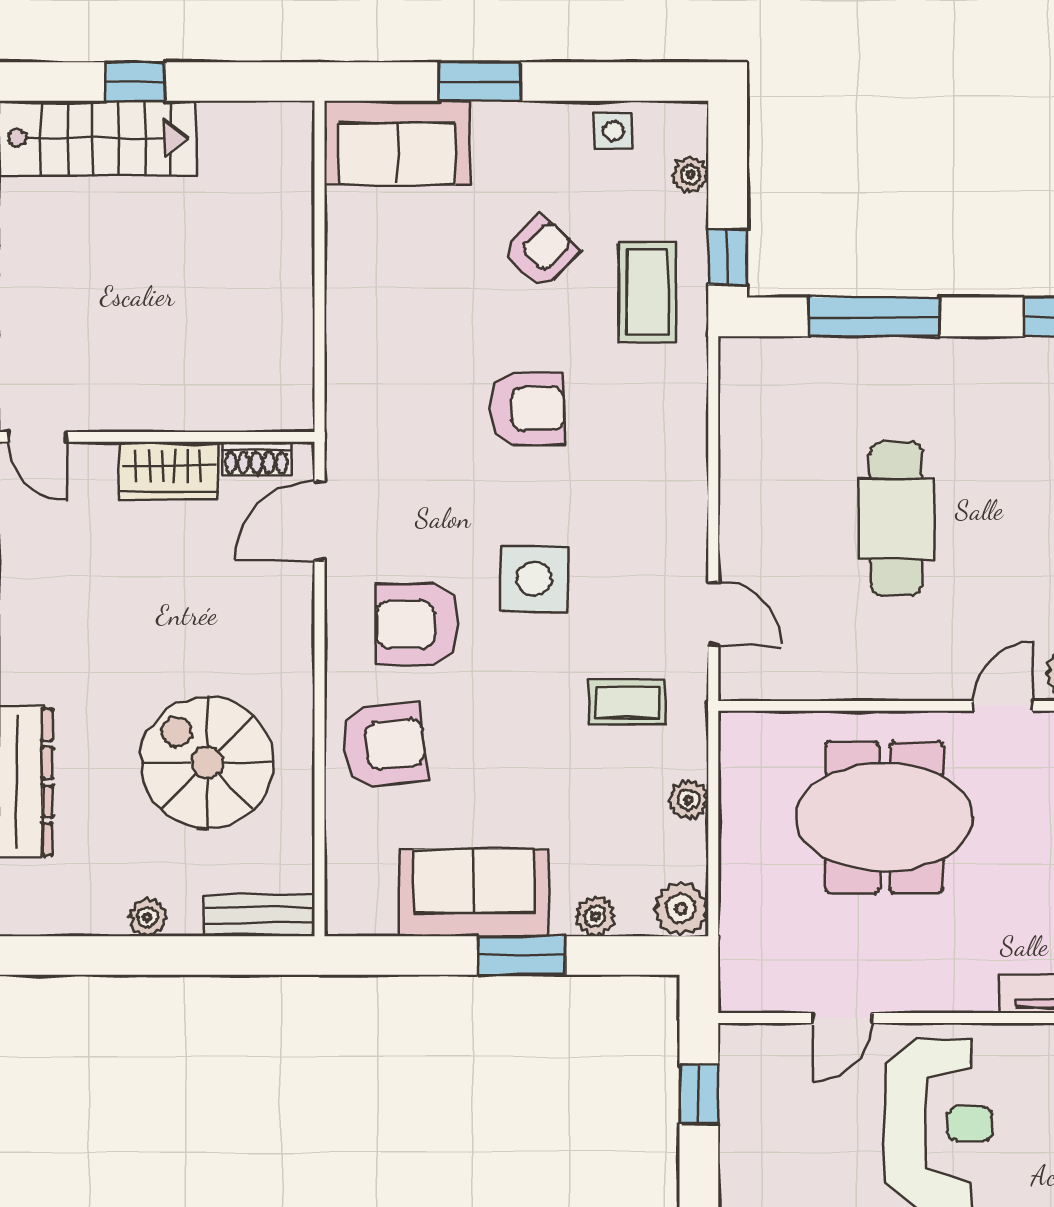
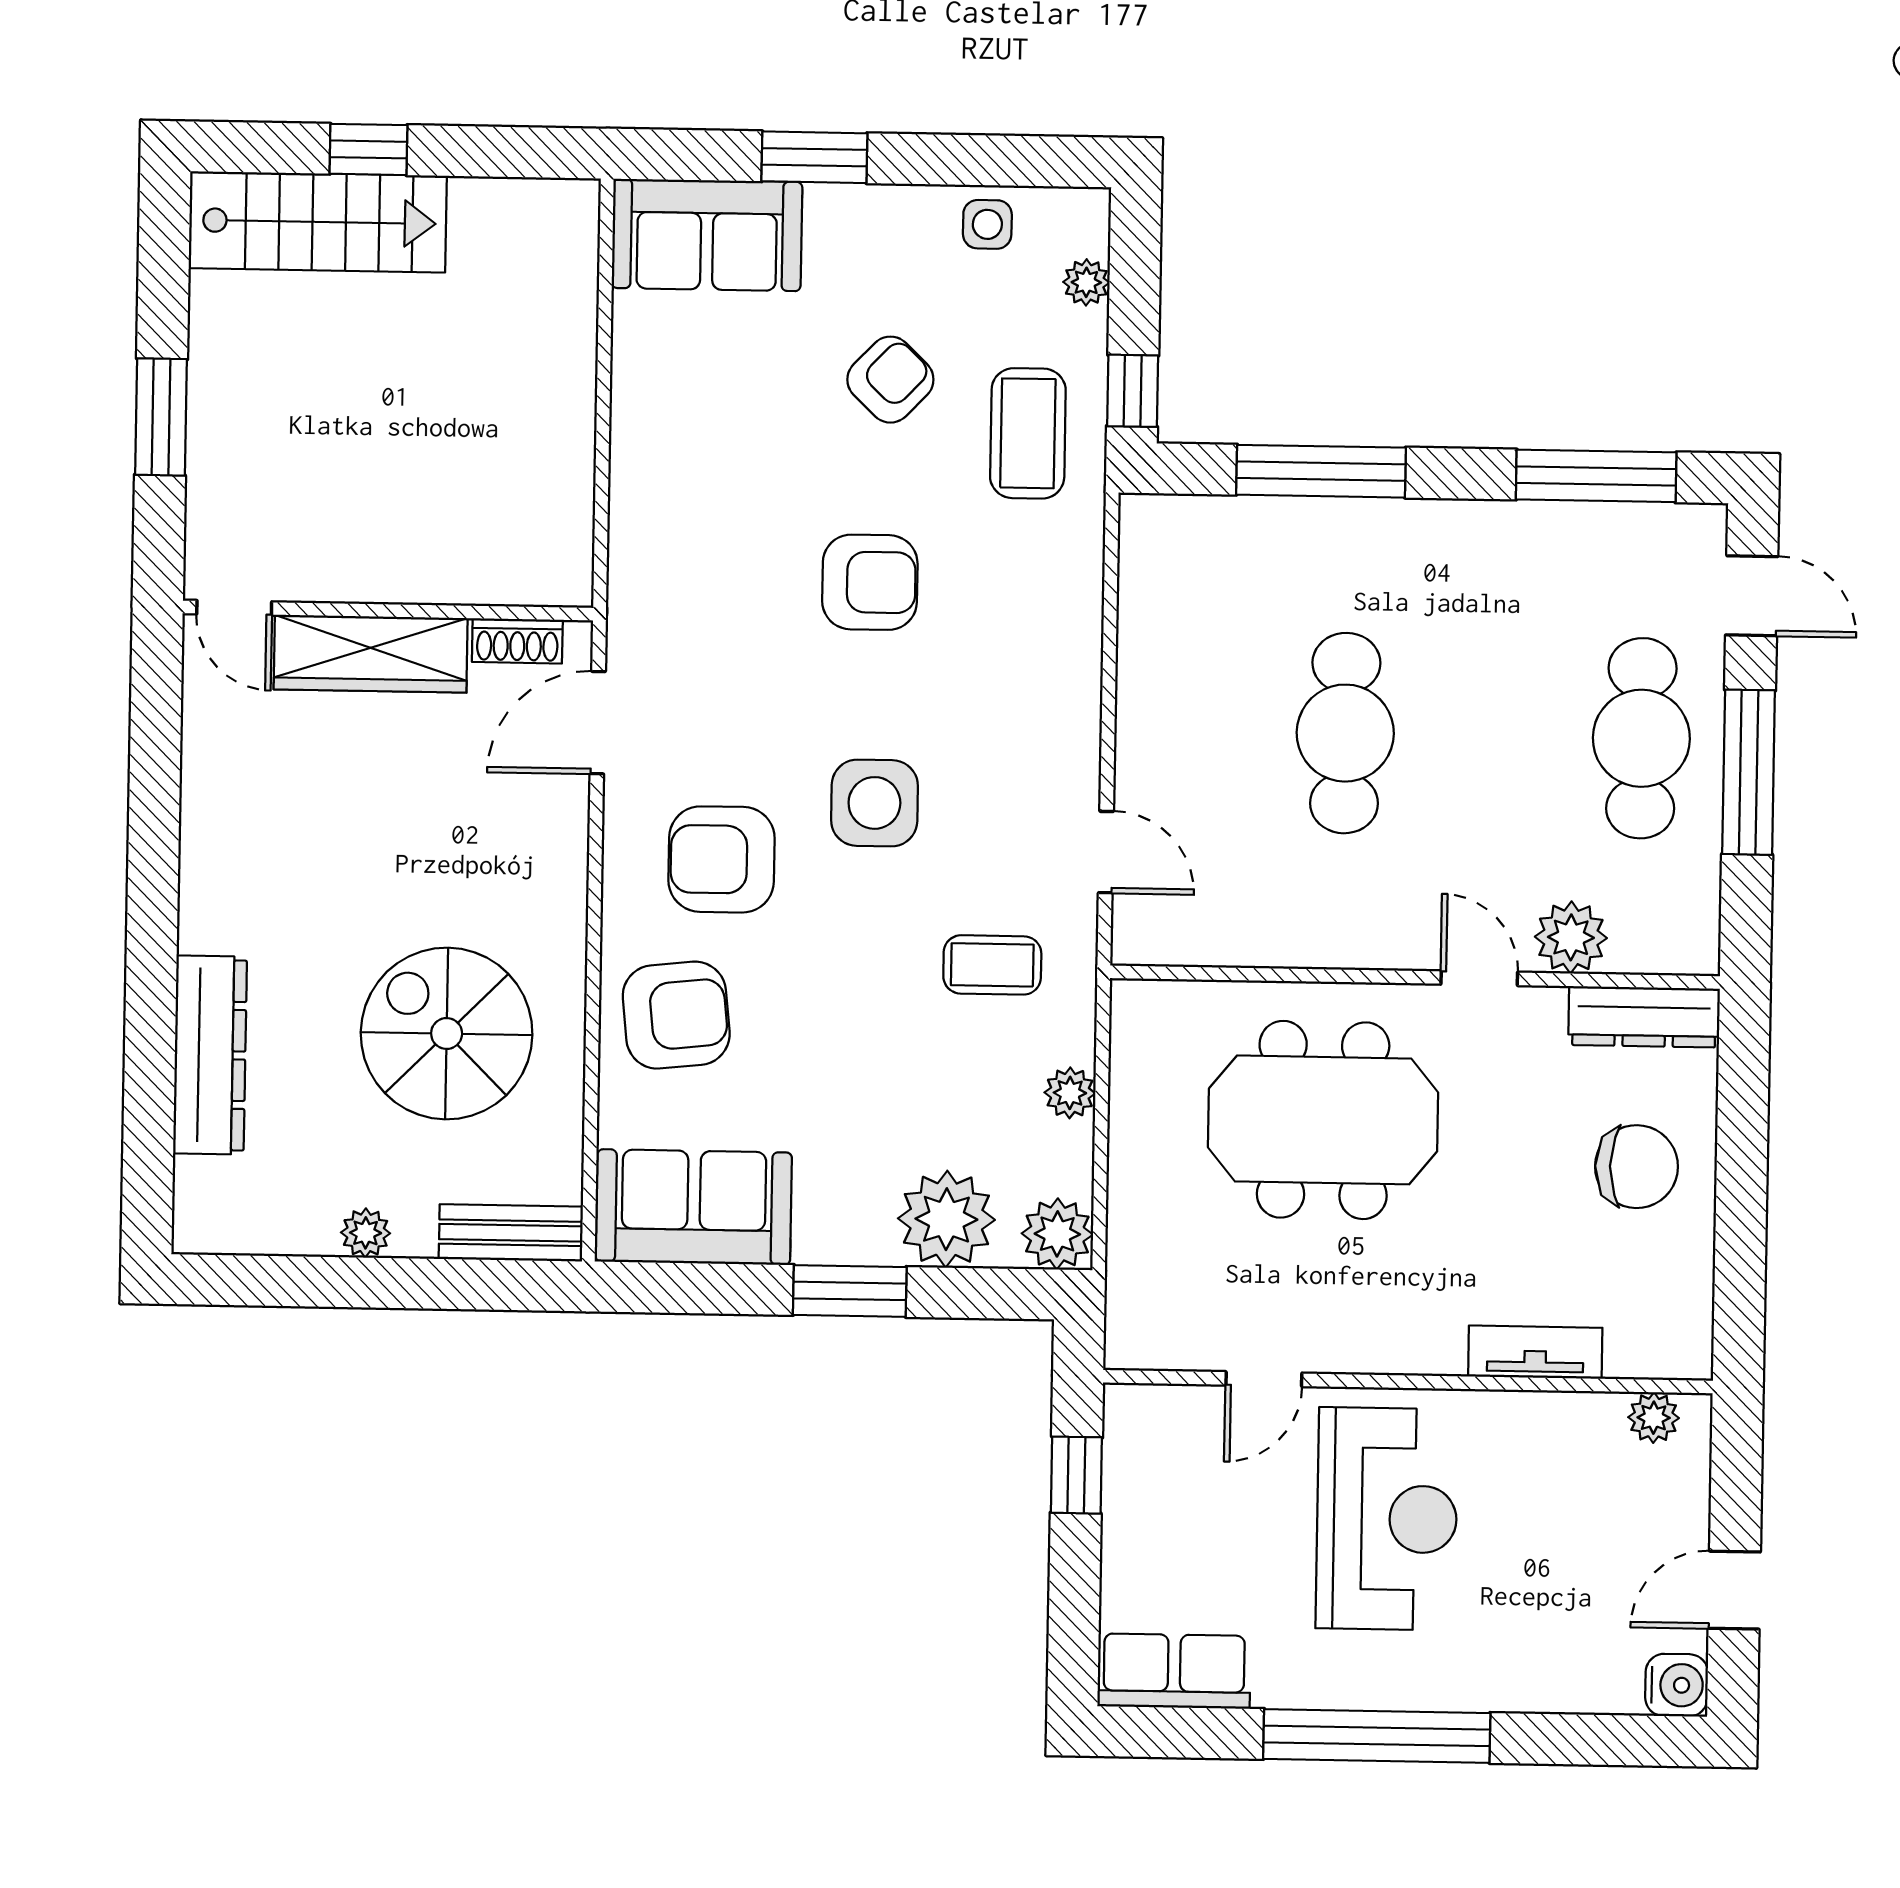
wardrobe: (168, 470) -> (371, 654), width x1.50
door: (1003, 706) -> (1479, 978), hinge flipped
sofa: (474, 893) -> (694, 1207), moved
plant: (595, 916) -> (946, 1219), width x1.88, depth x1.88

